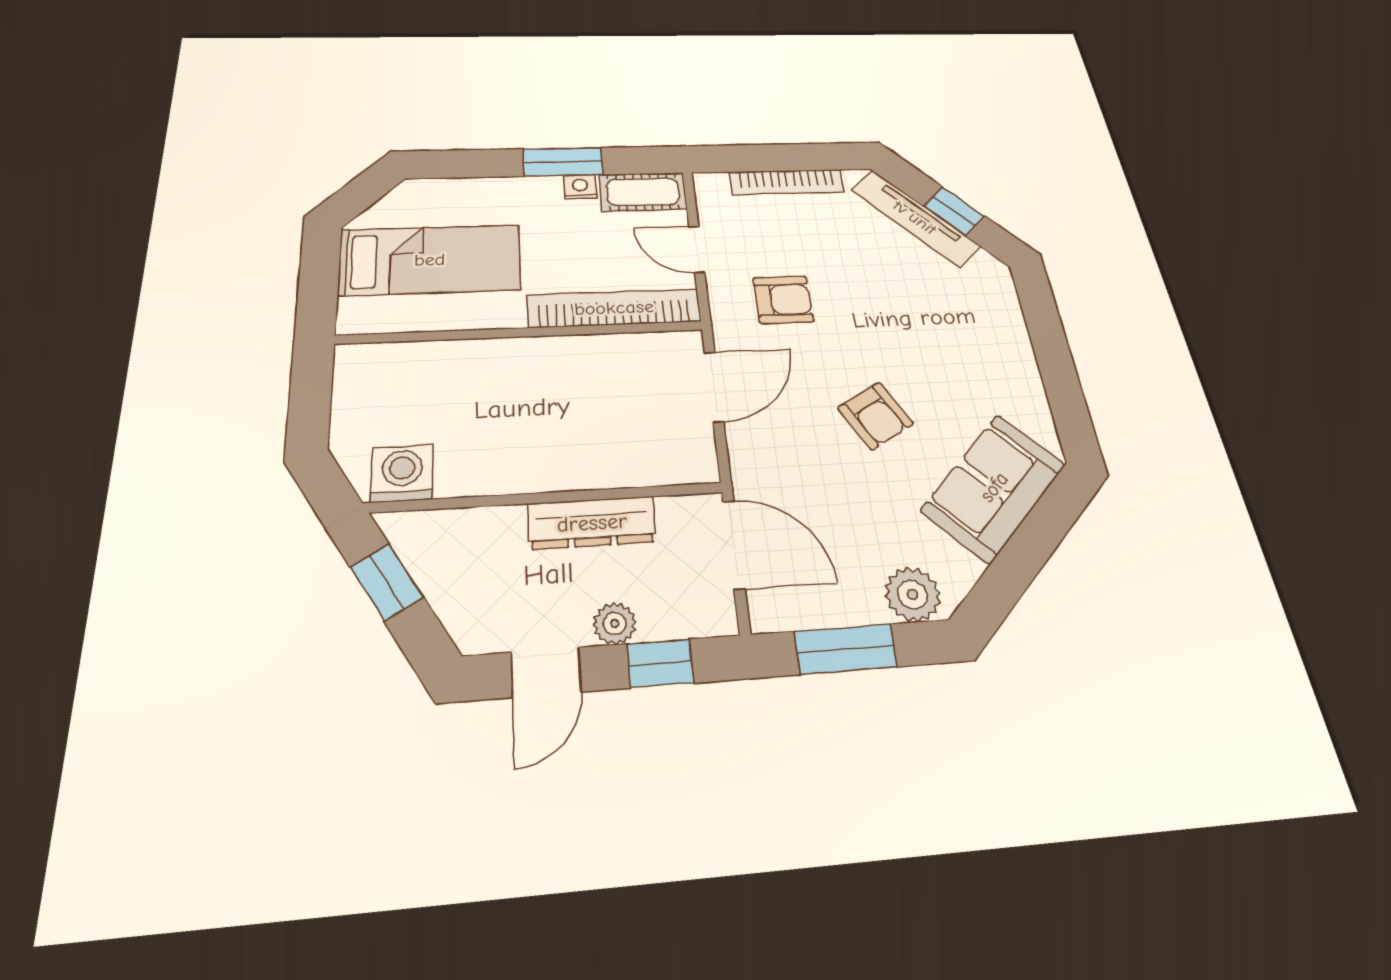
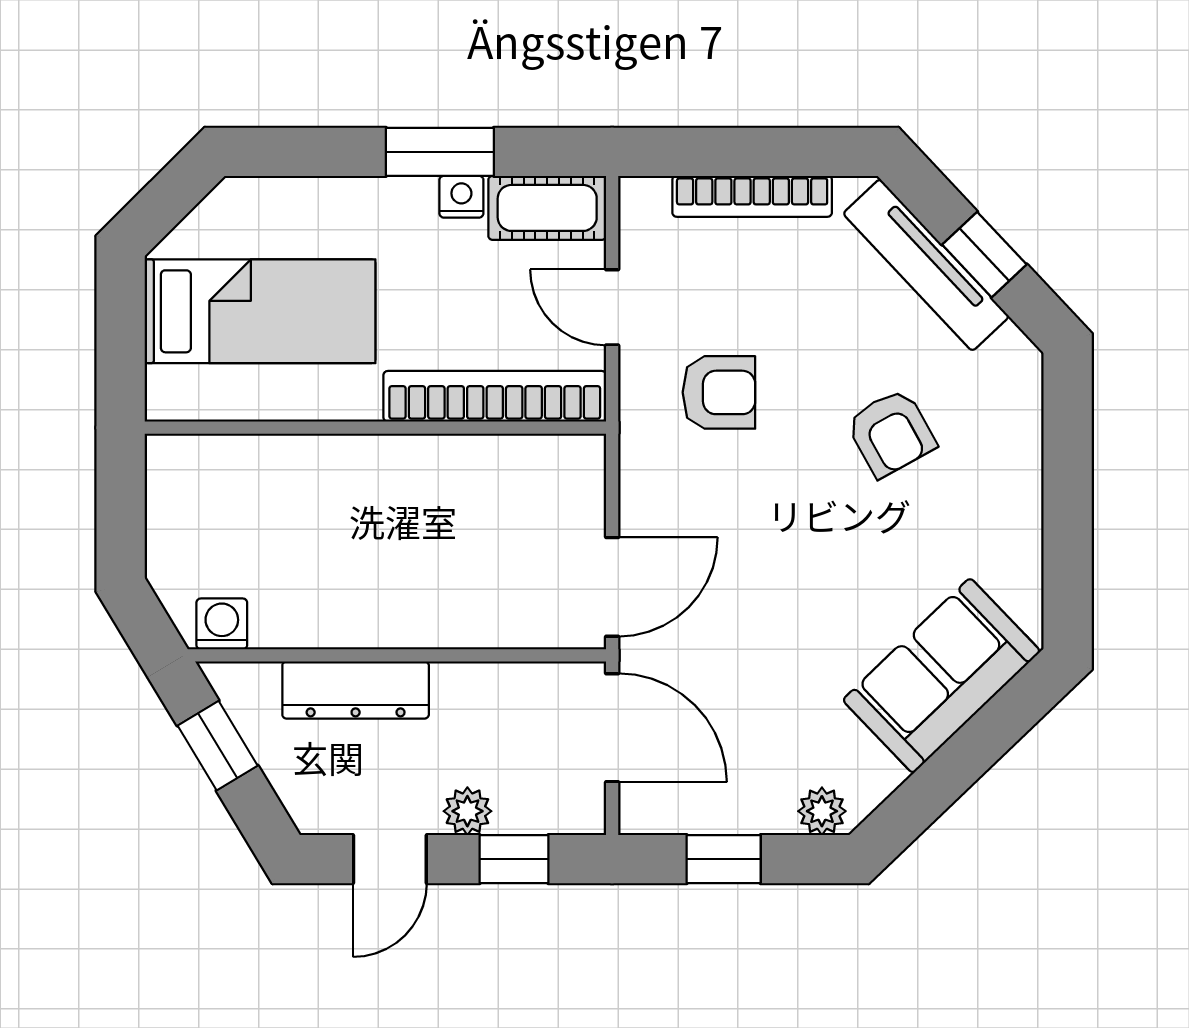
door: (714, 387) -> (612, 587), moved
armchair: (876, 416) -> (891, 433), moved
washing machine: (402, 473) -> (222, 624), width x0.73, depth x0.73
dresser: (592, 523) -> (356, 690), moved
plant: (913, 595) -> (822, 811), width x0.73, depth x0.73
window: (846, 649) -> (724, 859), width x0.67

